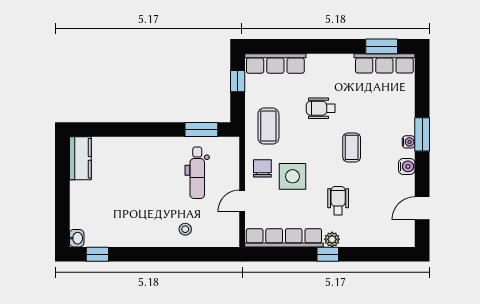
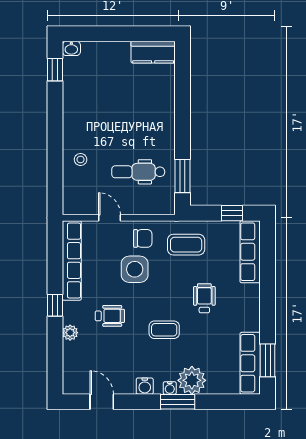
plant: (401, 120) -> (192, 380), added
plant: (332, 239) -> (70, 333), moved

